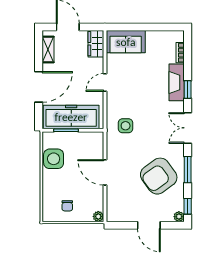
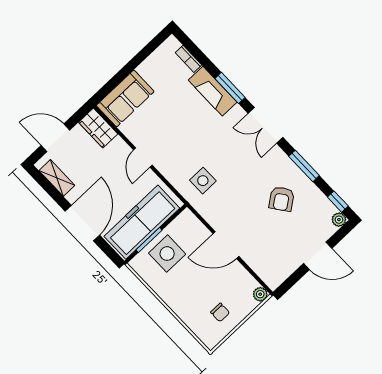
window: (188, 90) -> (230, 88), width x1.50
side table: (54, 159) -> (167, 254), moved
armchair: (159, 176) -> (282, 199), width x0.53, depth x0.53

